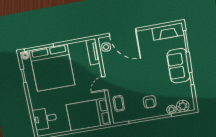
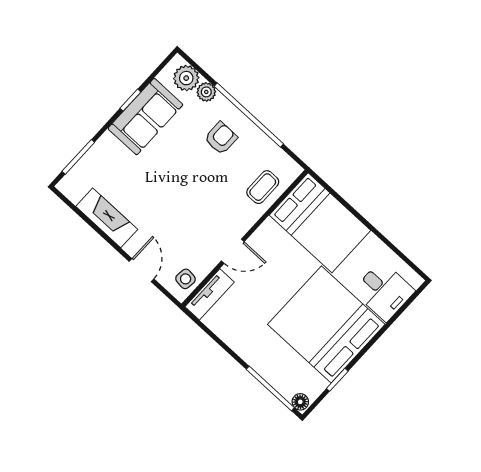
door: (123, 32) -> (142, 270), width x0.53
fireplace: (168, 32) -> (107, 218), moved
sofa: (179, 66) -> (145, 117), moved
bed: (52, 68) -> (326, 324), moved, turned -90
door: (105, 83) -> (233, 251), moved

